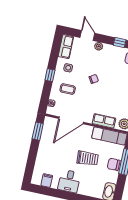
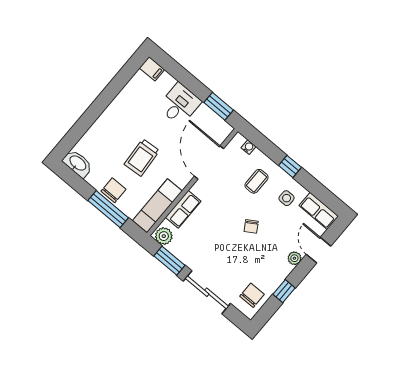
door: (87, 35) -> (318, 250), swing flipped
filing cabinet: (47, 181) -> (152, 69), moved
desk: (69, 181) -> (180, 104), moved, turned 90

